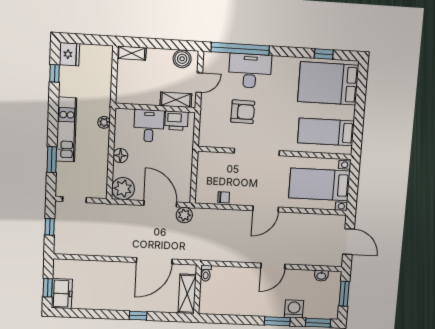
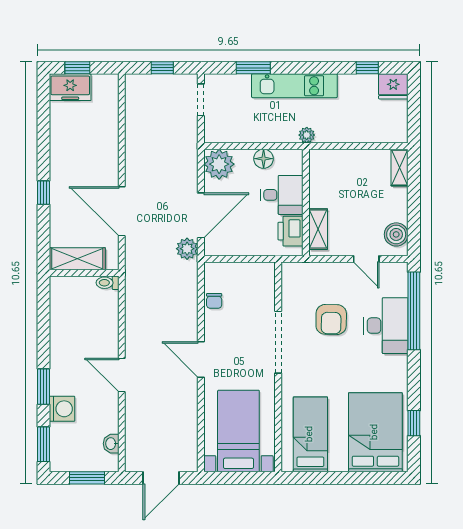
shelving: (176, 100) -> (318, 229), moved
wall: (155, 108) -> (306, 202), moved
printer: (176, 121) -> (291, 231), moved
desk: (149, 126) -> (282, 195), moved

